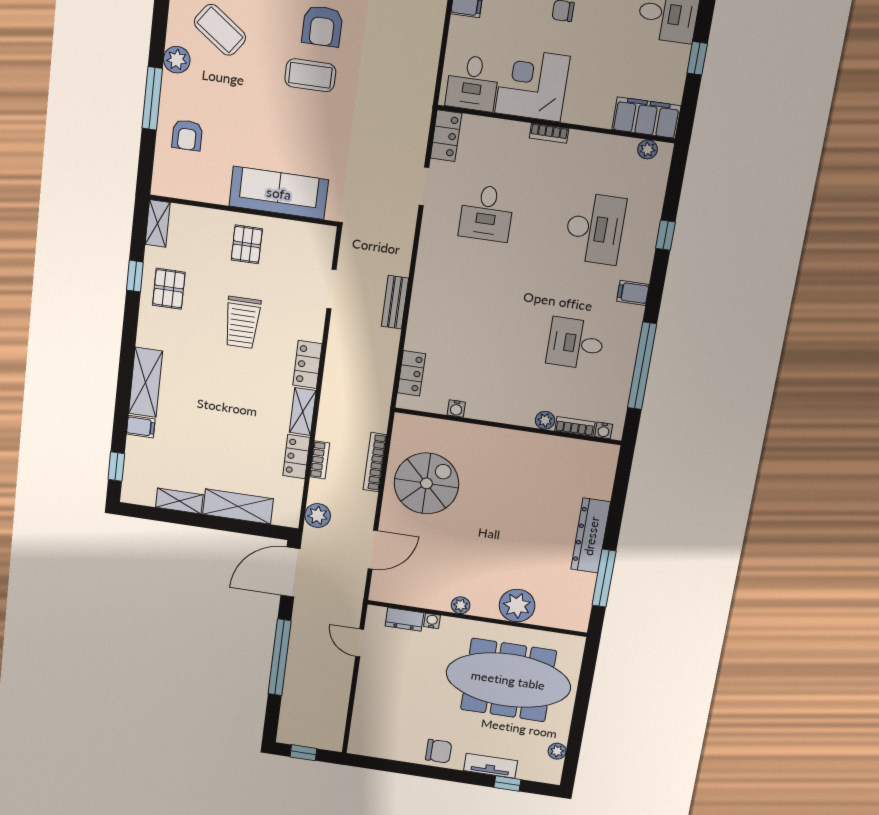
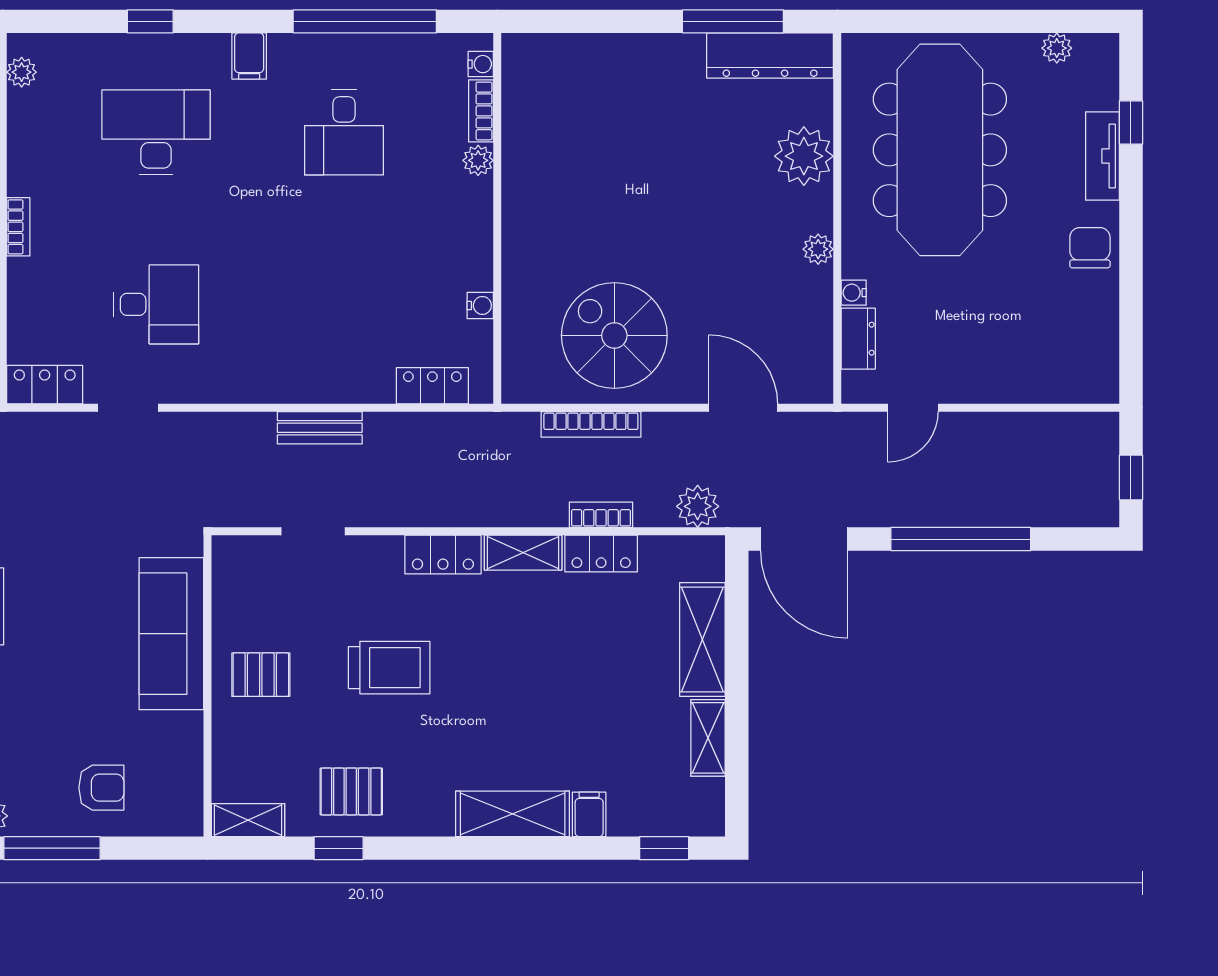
dresser: (591, 536) -> (770, 56), moved

